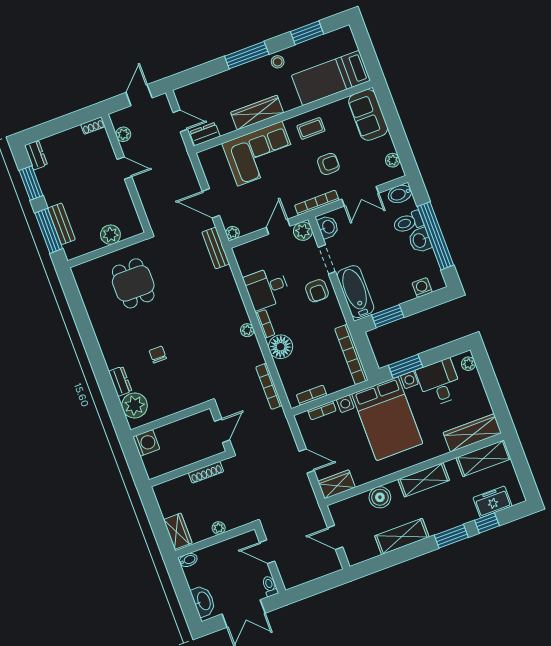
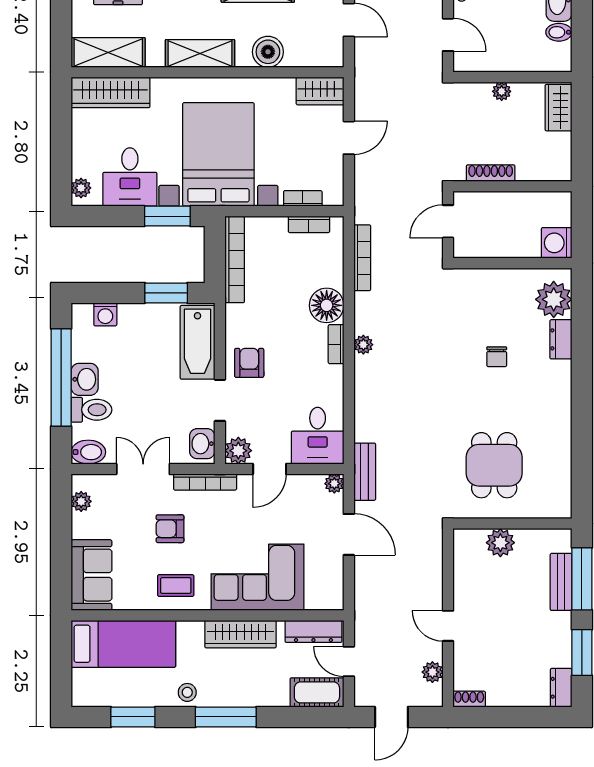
cot: (193, 93) -> (317, 692), added
dresser: (205, 134) -> (313, 631), width x1.44
desk: (267, 288) -> (318, 436), moved, turned 90
door: (307, 461) -> (349, 138), swing flipped
bidet: (188, 560) -> (559, 32), moved

